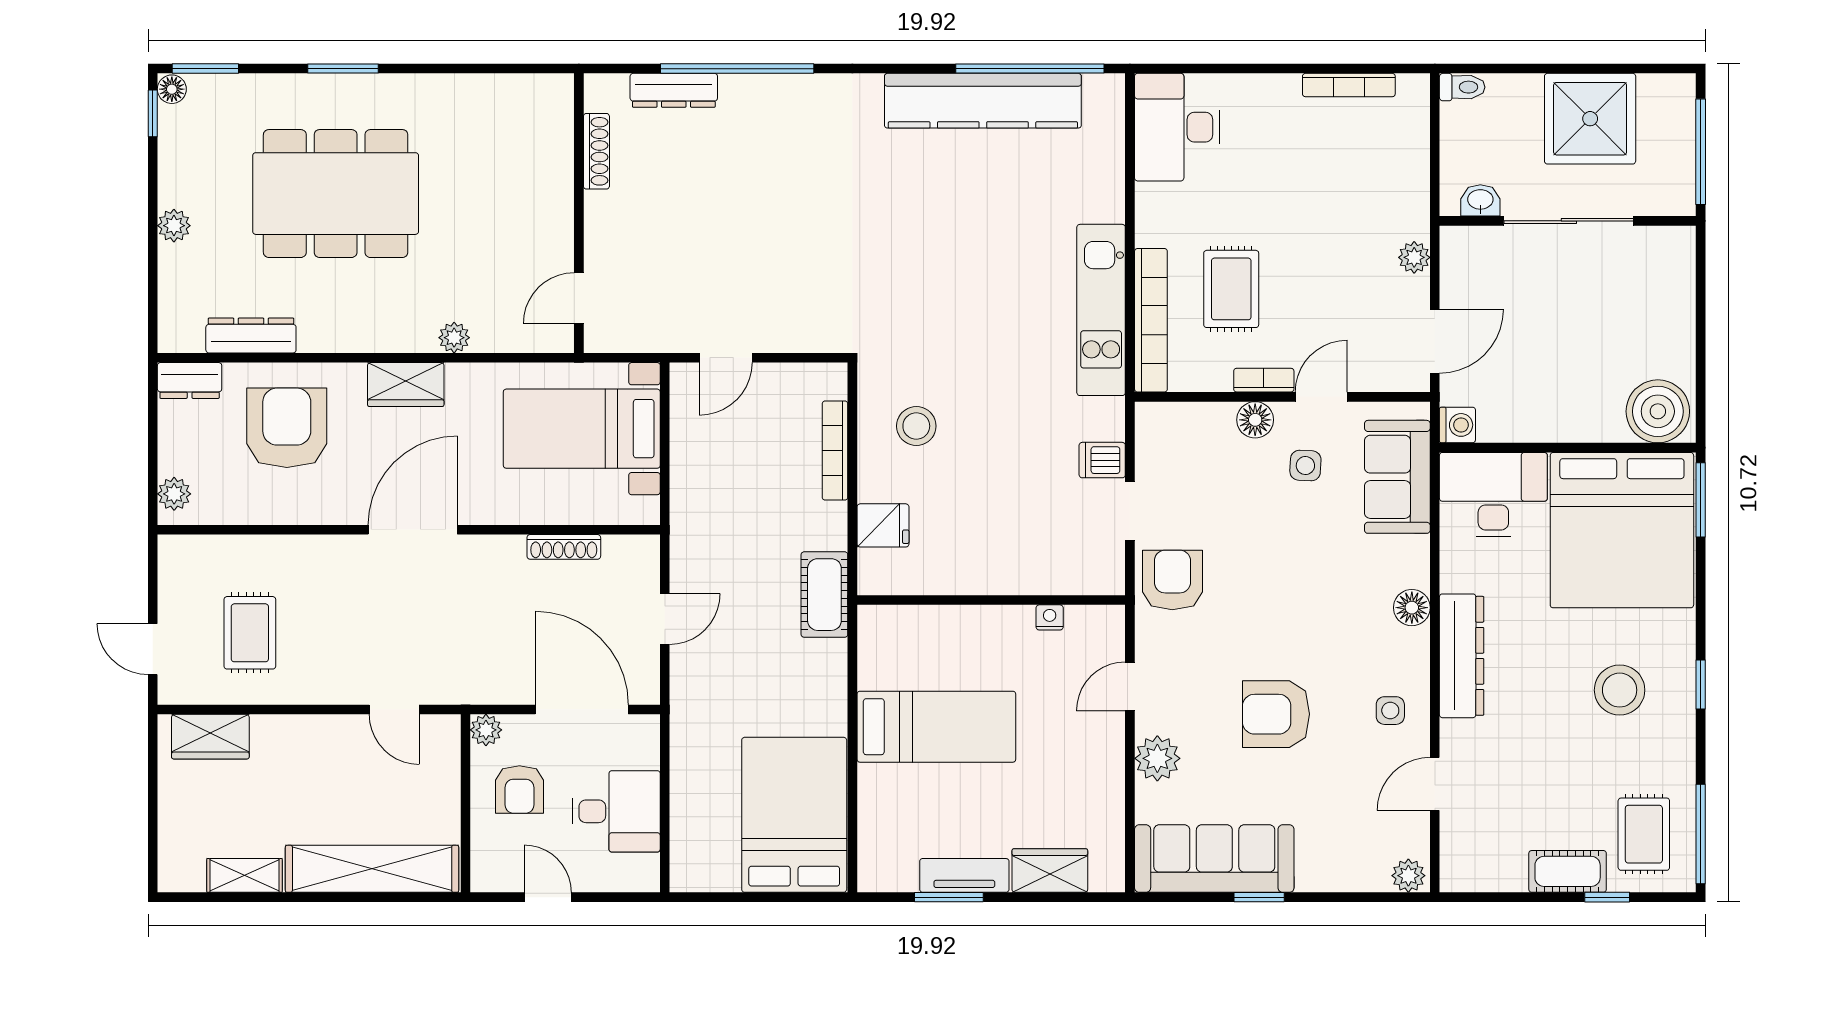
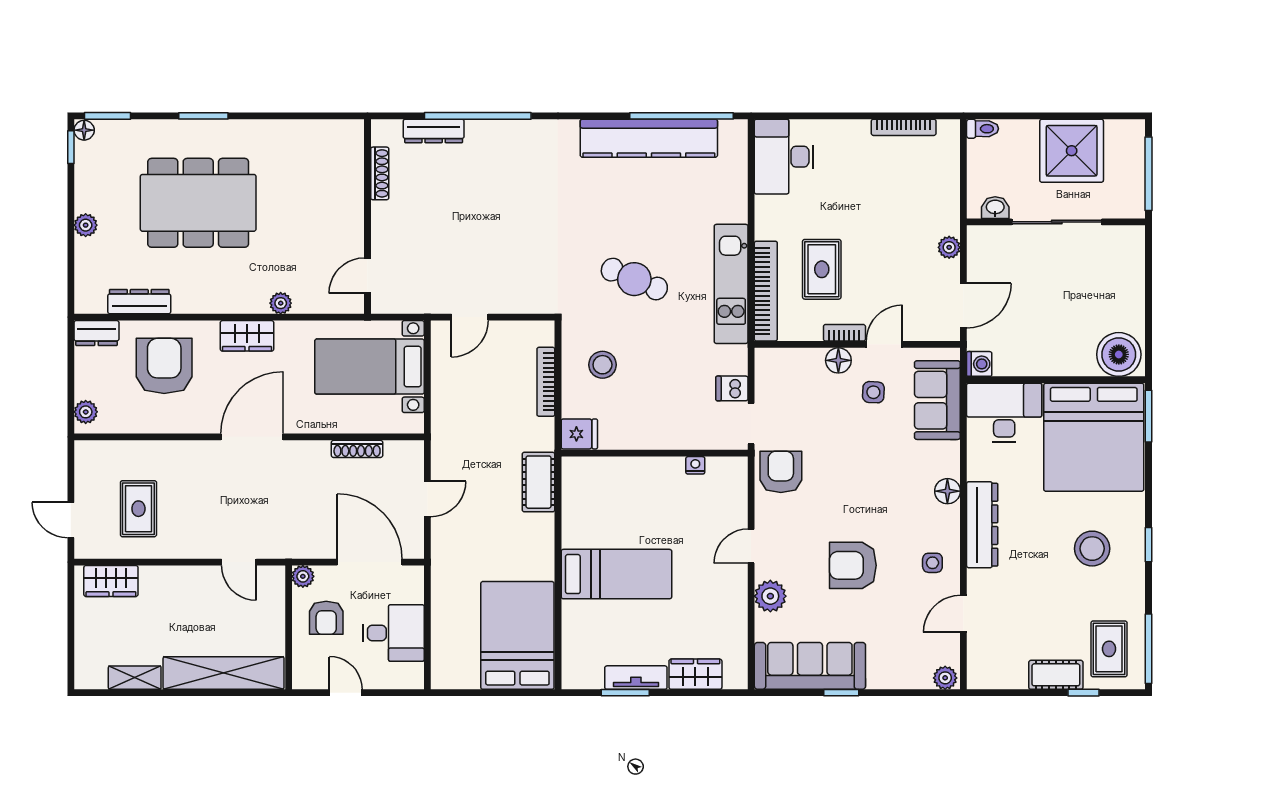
cafe table: (962, 303) -> (634, 279), added
wall: (991, 600) -> (655, 453), moved
nightstand: (1050, 617) -> (695, 465), moved

